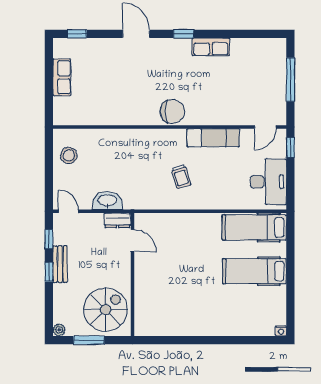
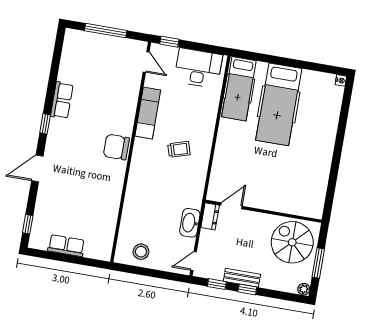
chair: (172, 111) -> (116, 147), turned -90
hospital bed: (254, 271) -> (279, 104), width x1.37, depth x1.29

